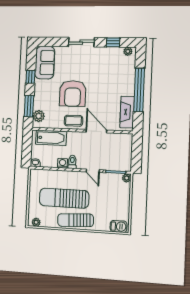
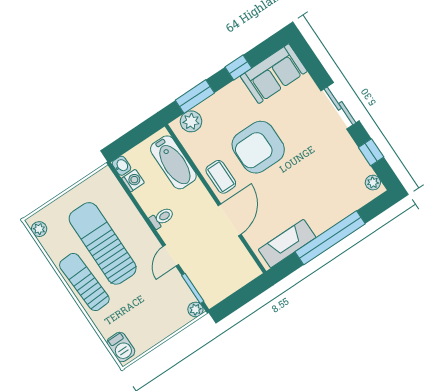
washing machine: (63, 163) -> (133, 181), moved

